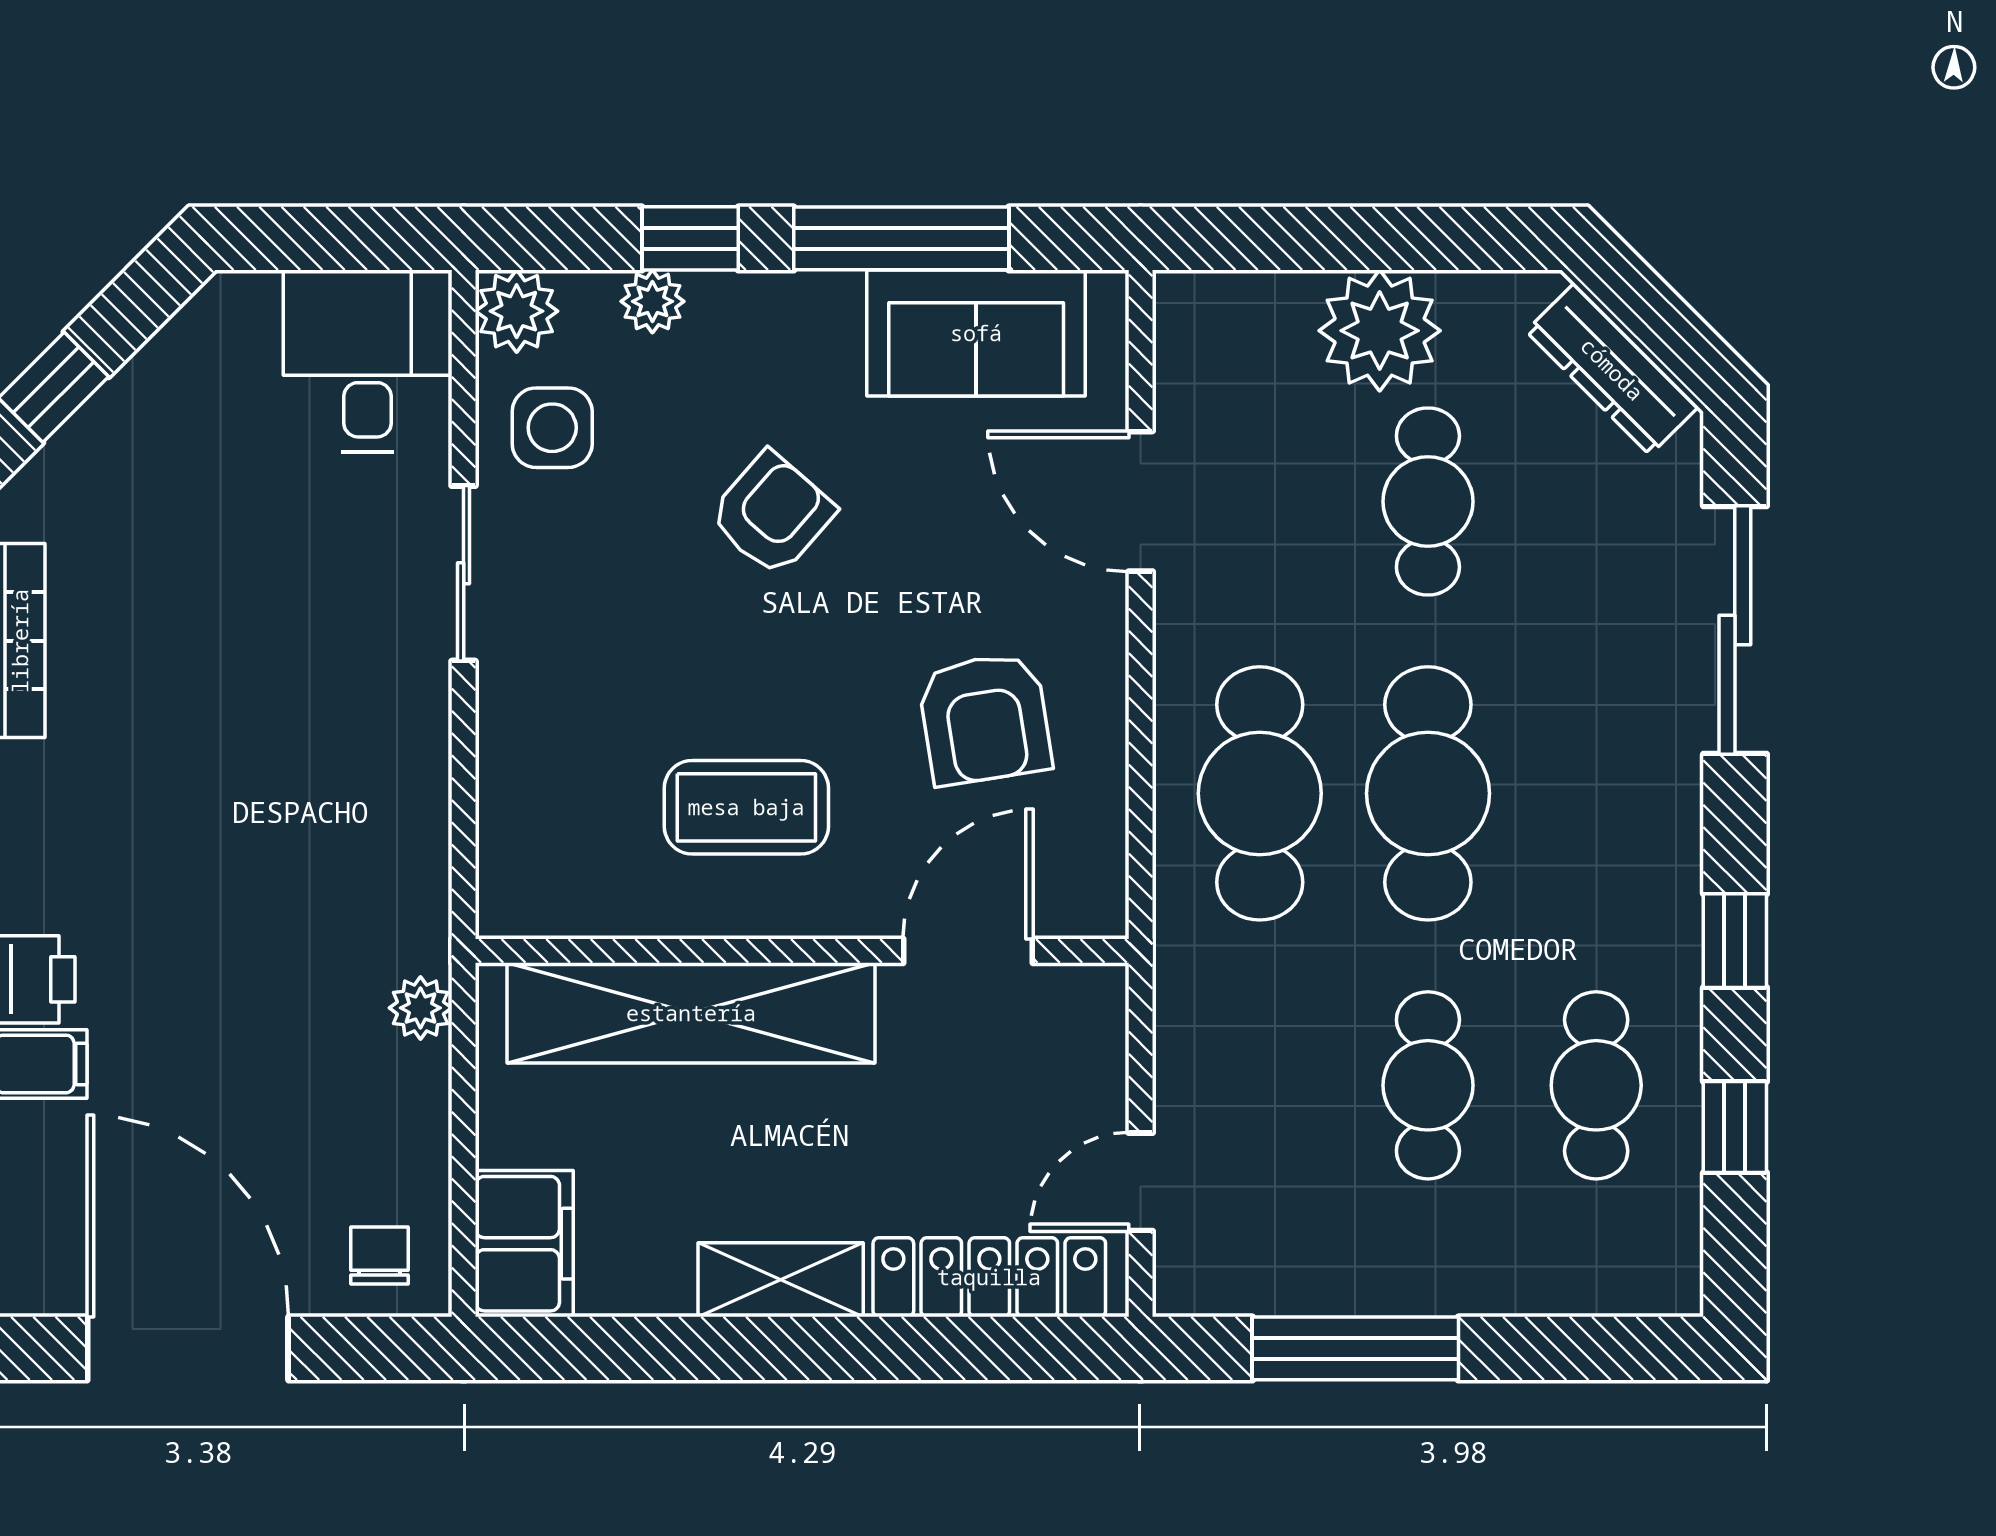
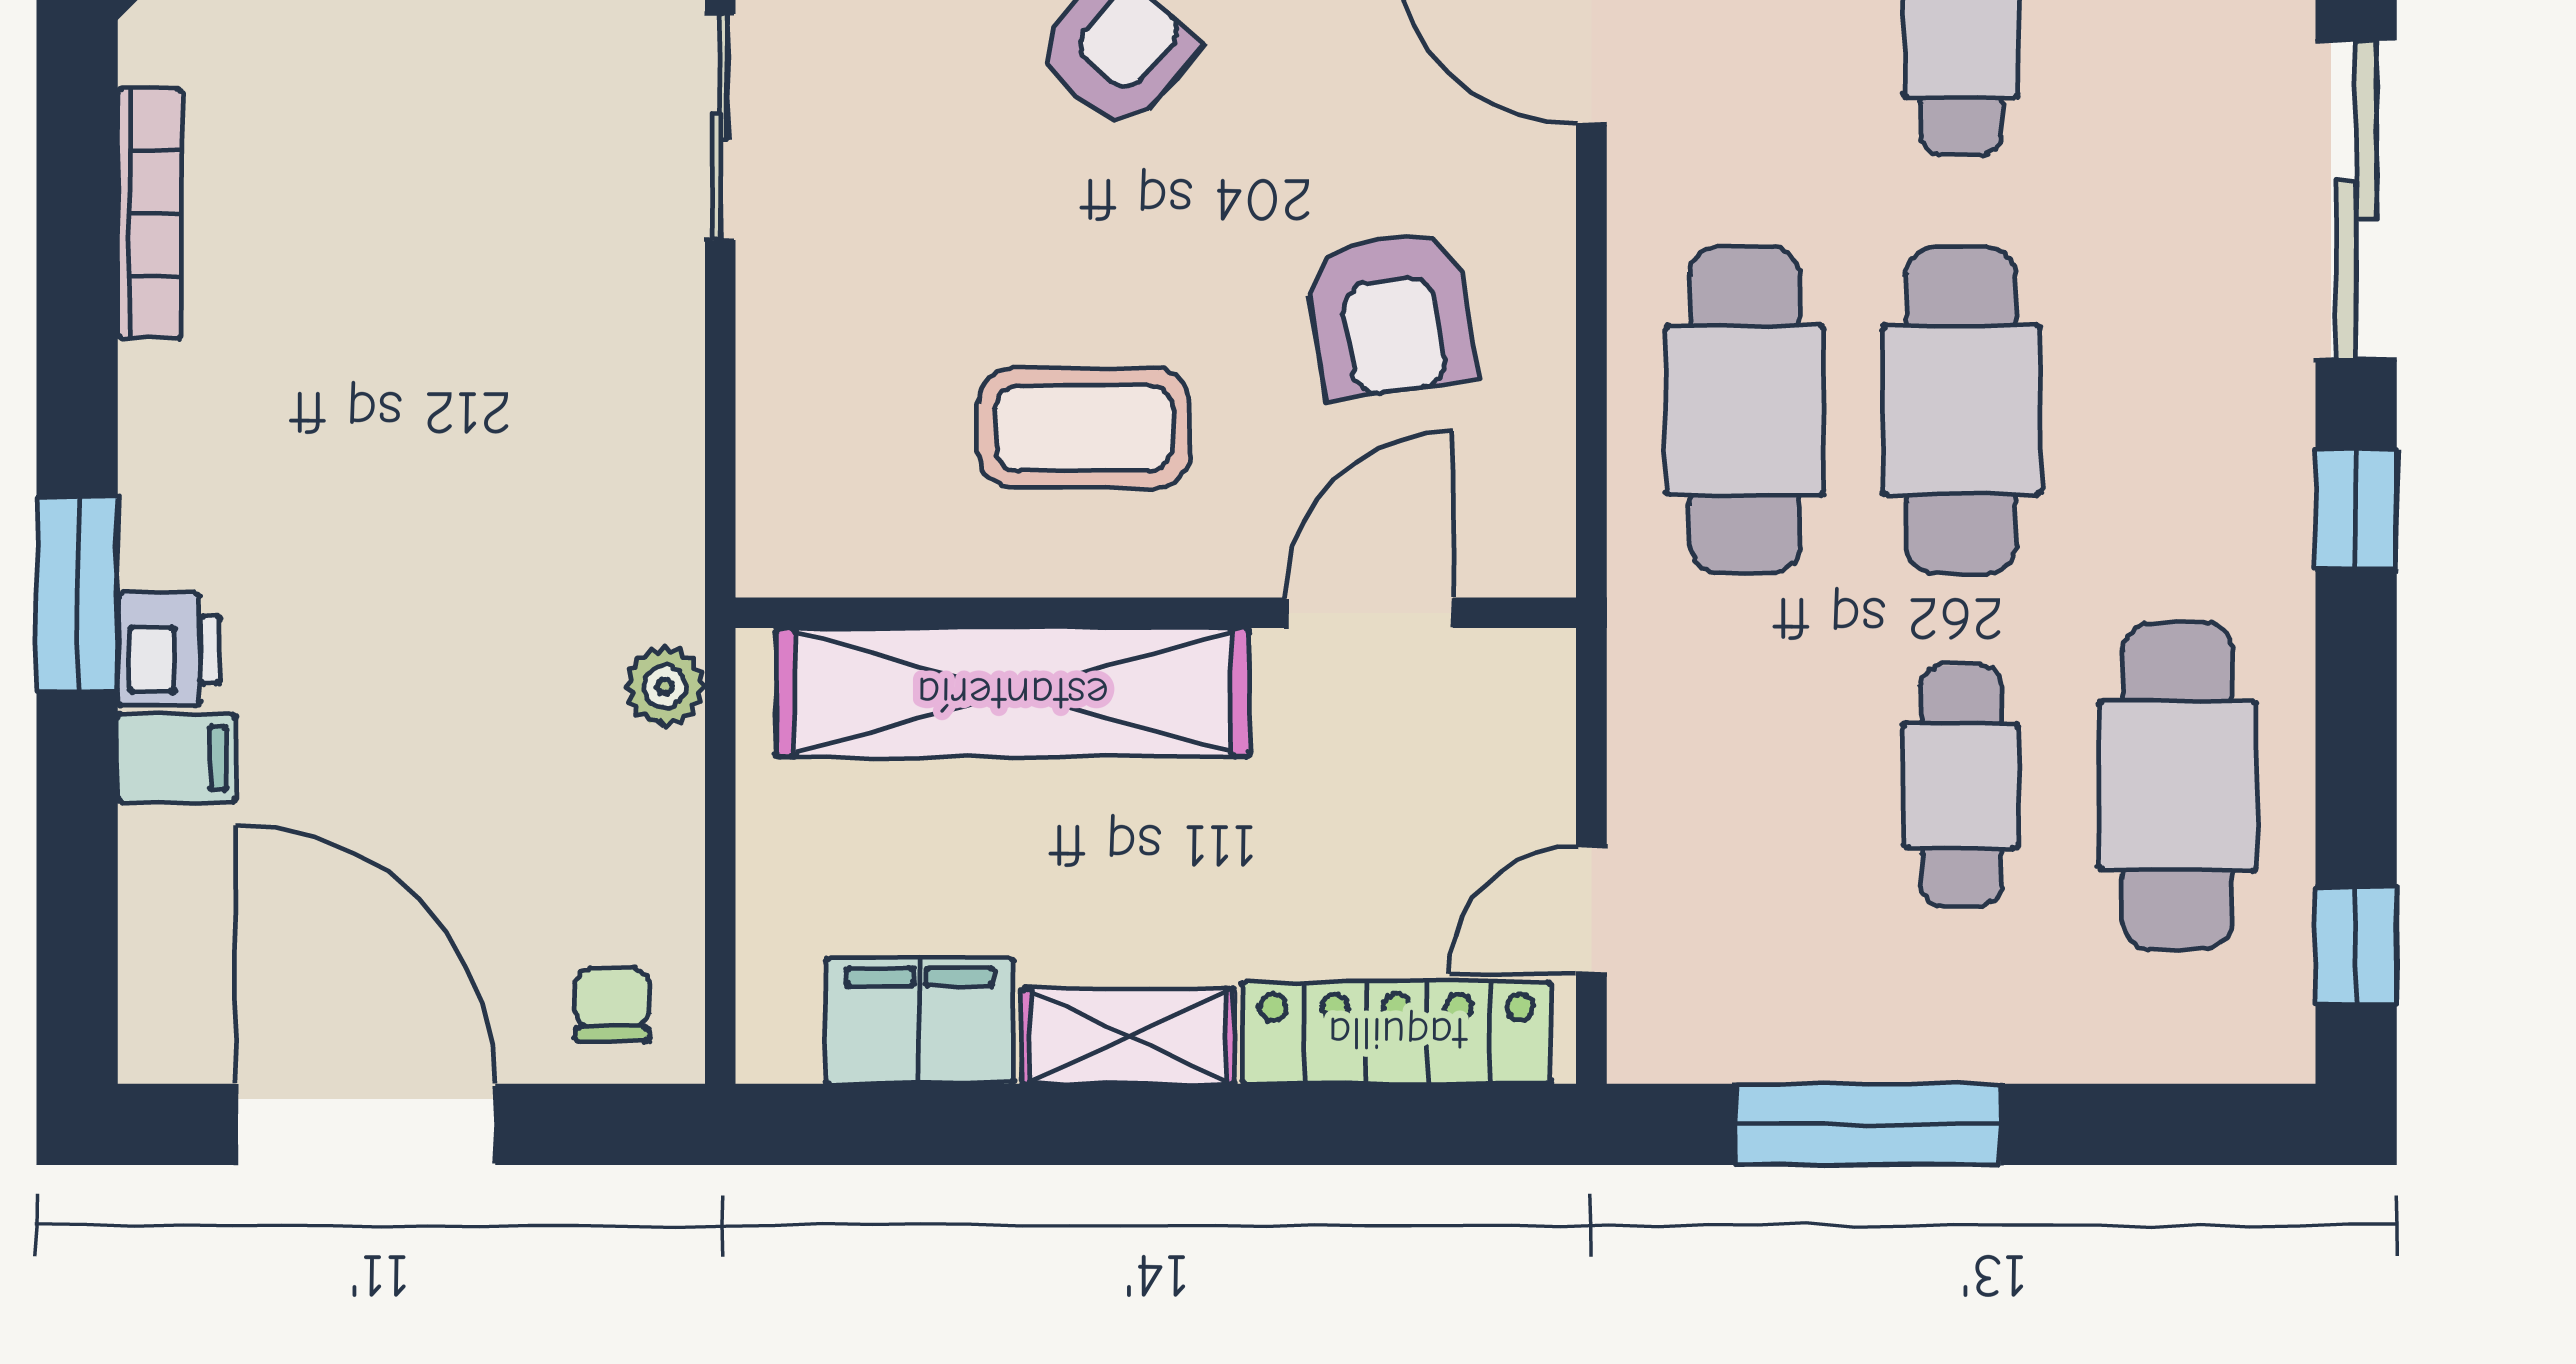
window: (1735, 941) -> (2356, 509), moved
cafe table: (1596, 1085) -> (2177, 786), width x1.37, depth x1.35
window: (1735, 1127) -> (2356, 945), moved
filing cabinet: (524, 1244) -> (920, 1021), moved, turned -90

